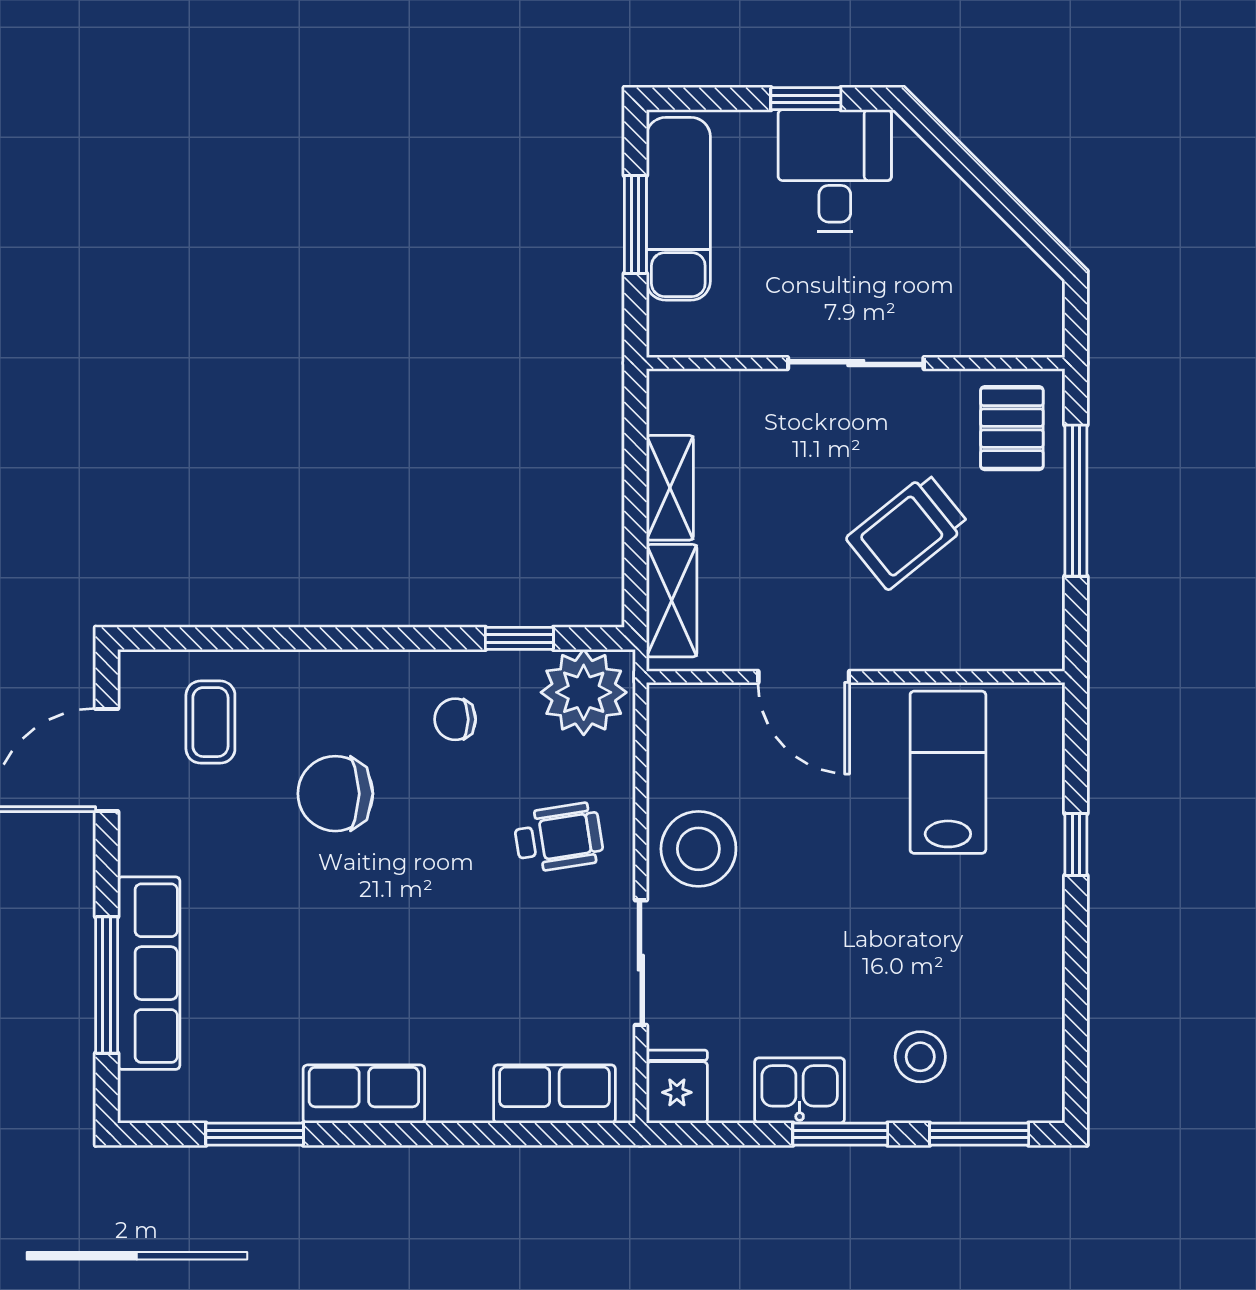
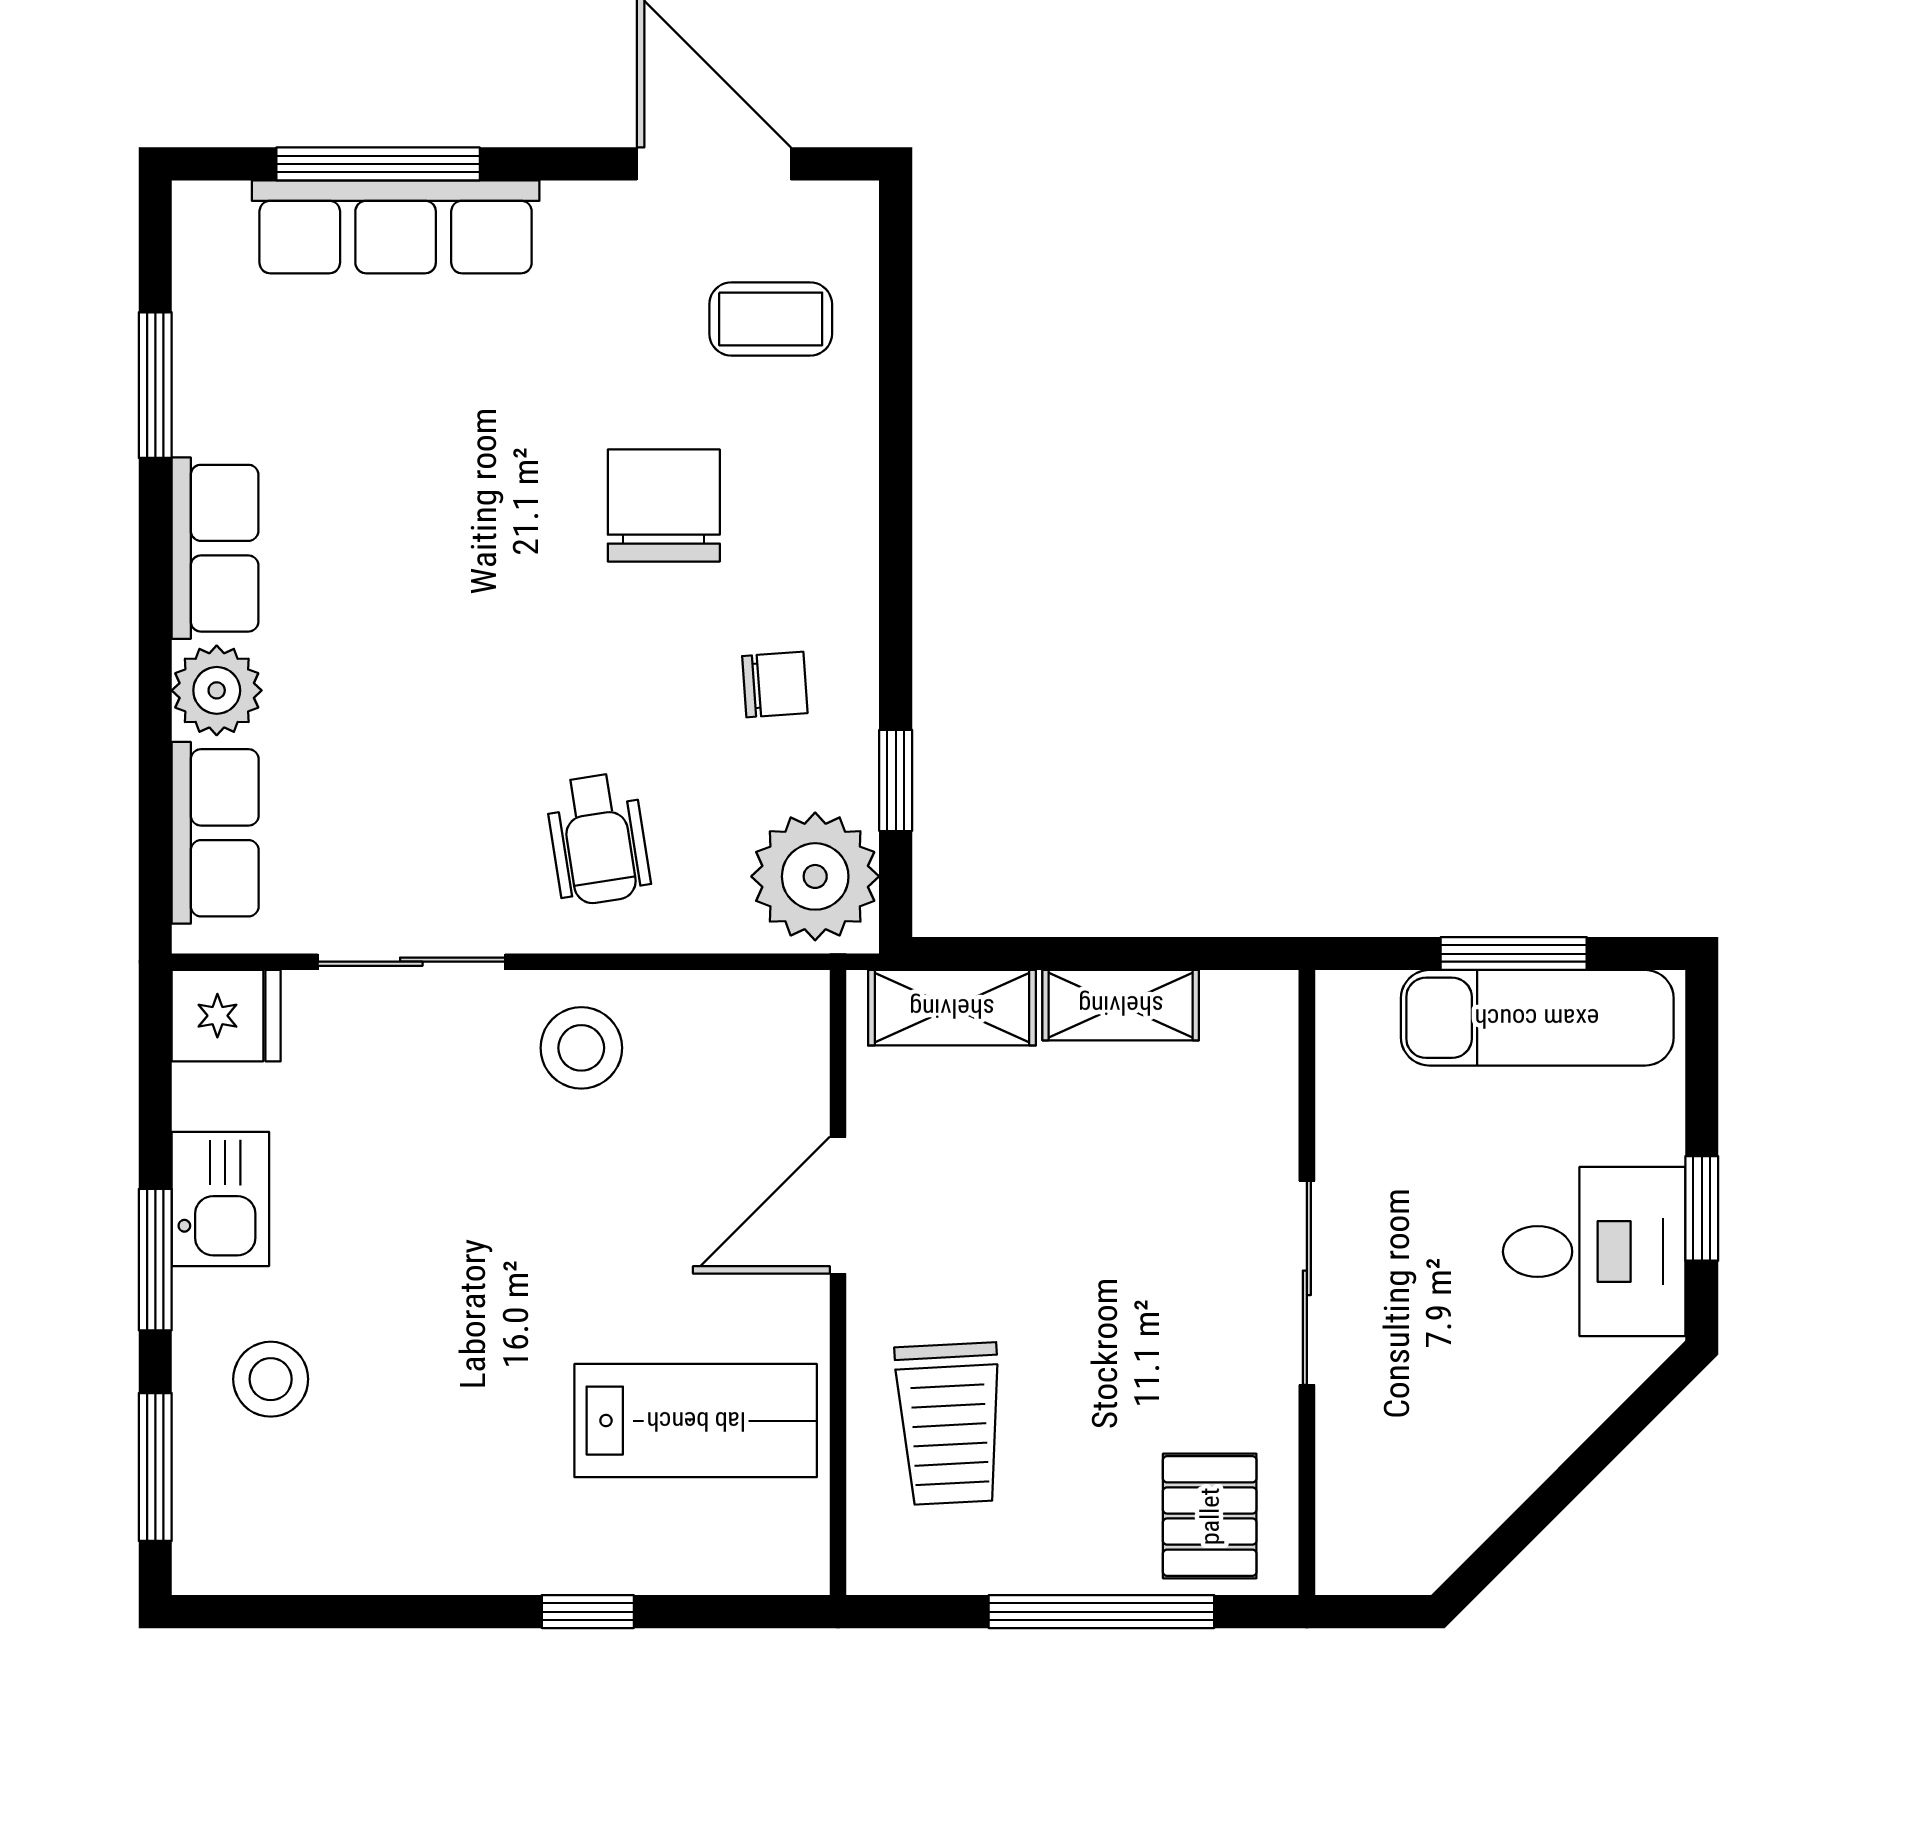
pallet: (1012, 428) -> (1210, 1516), turned 90
trolley: (908, 531) -> (949, 1424), moved, turned -144
chair: (455, 719) -> (775, 685), turned 86
stool: (698, 849) -> (581, 1048), width x0.73, depth x0.73
plant: (459, 1093) -> (217, 690), added

